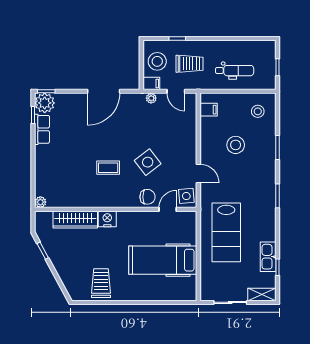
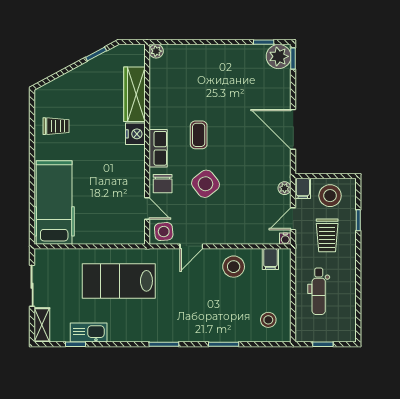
water cooler: (192, 98) -> (285, 239), added
row of seats: (42, 129) -> (158, 148), moved, turned -90
stool: (236, 145) -> (234, 267), moved
hospital bed: (163, 260) -> (54, 203), moved
trolley: (101, 283) -> (56, 126), width x0.73, depth x0.72

